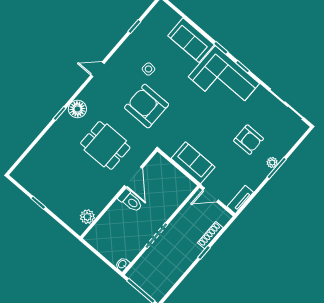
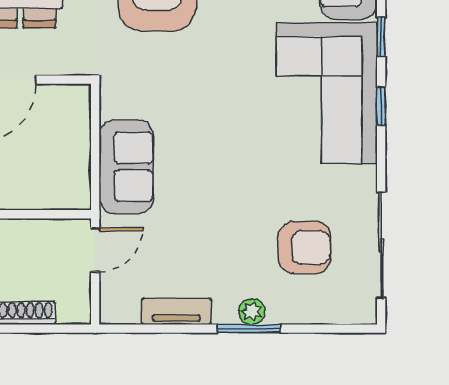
armchair: (249, 140) -> (305, 247), moved, turned -90
door: (211, 195) -> (95, 250), swing flipped
tv unit: (240, 199) -> (176, 311), moved

